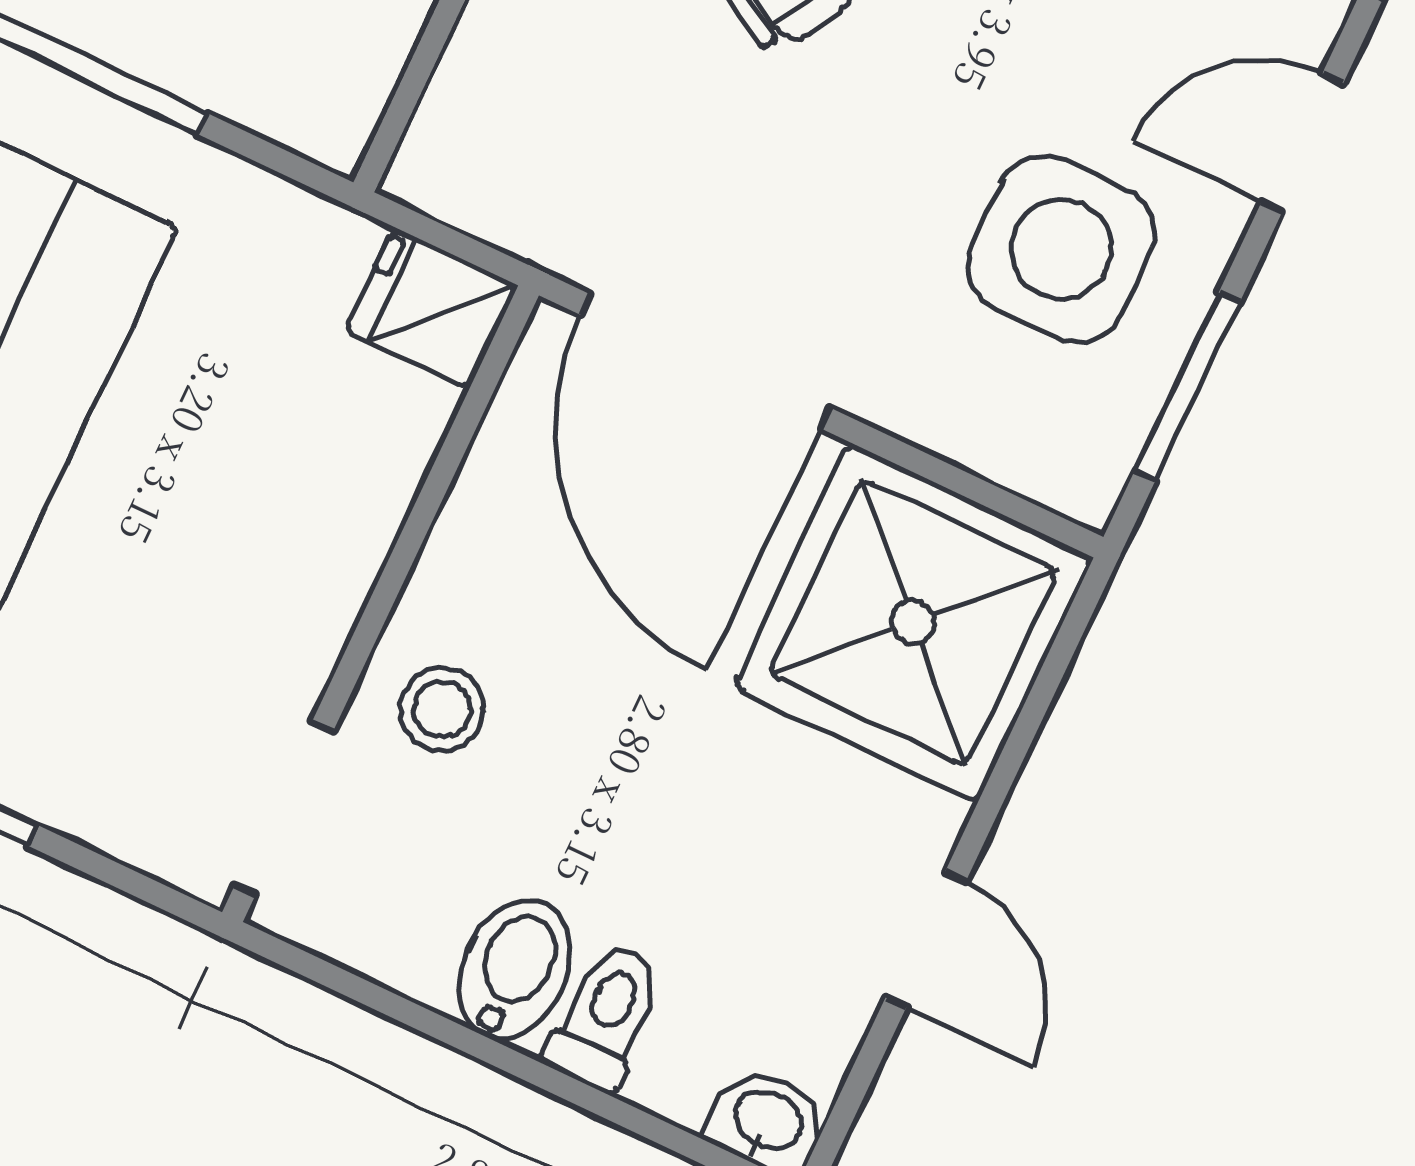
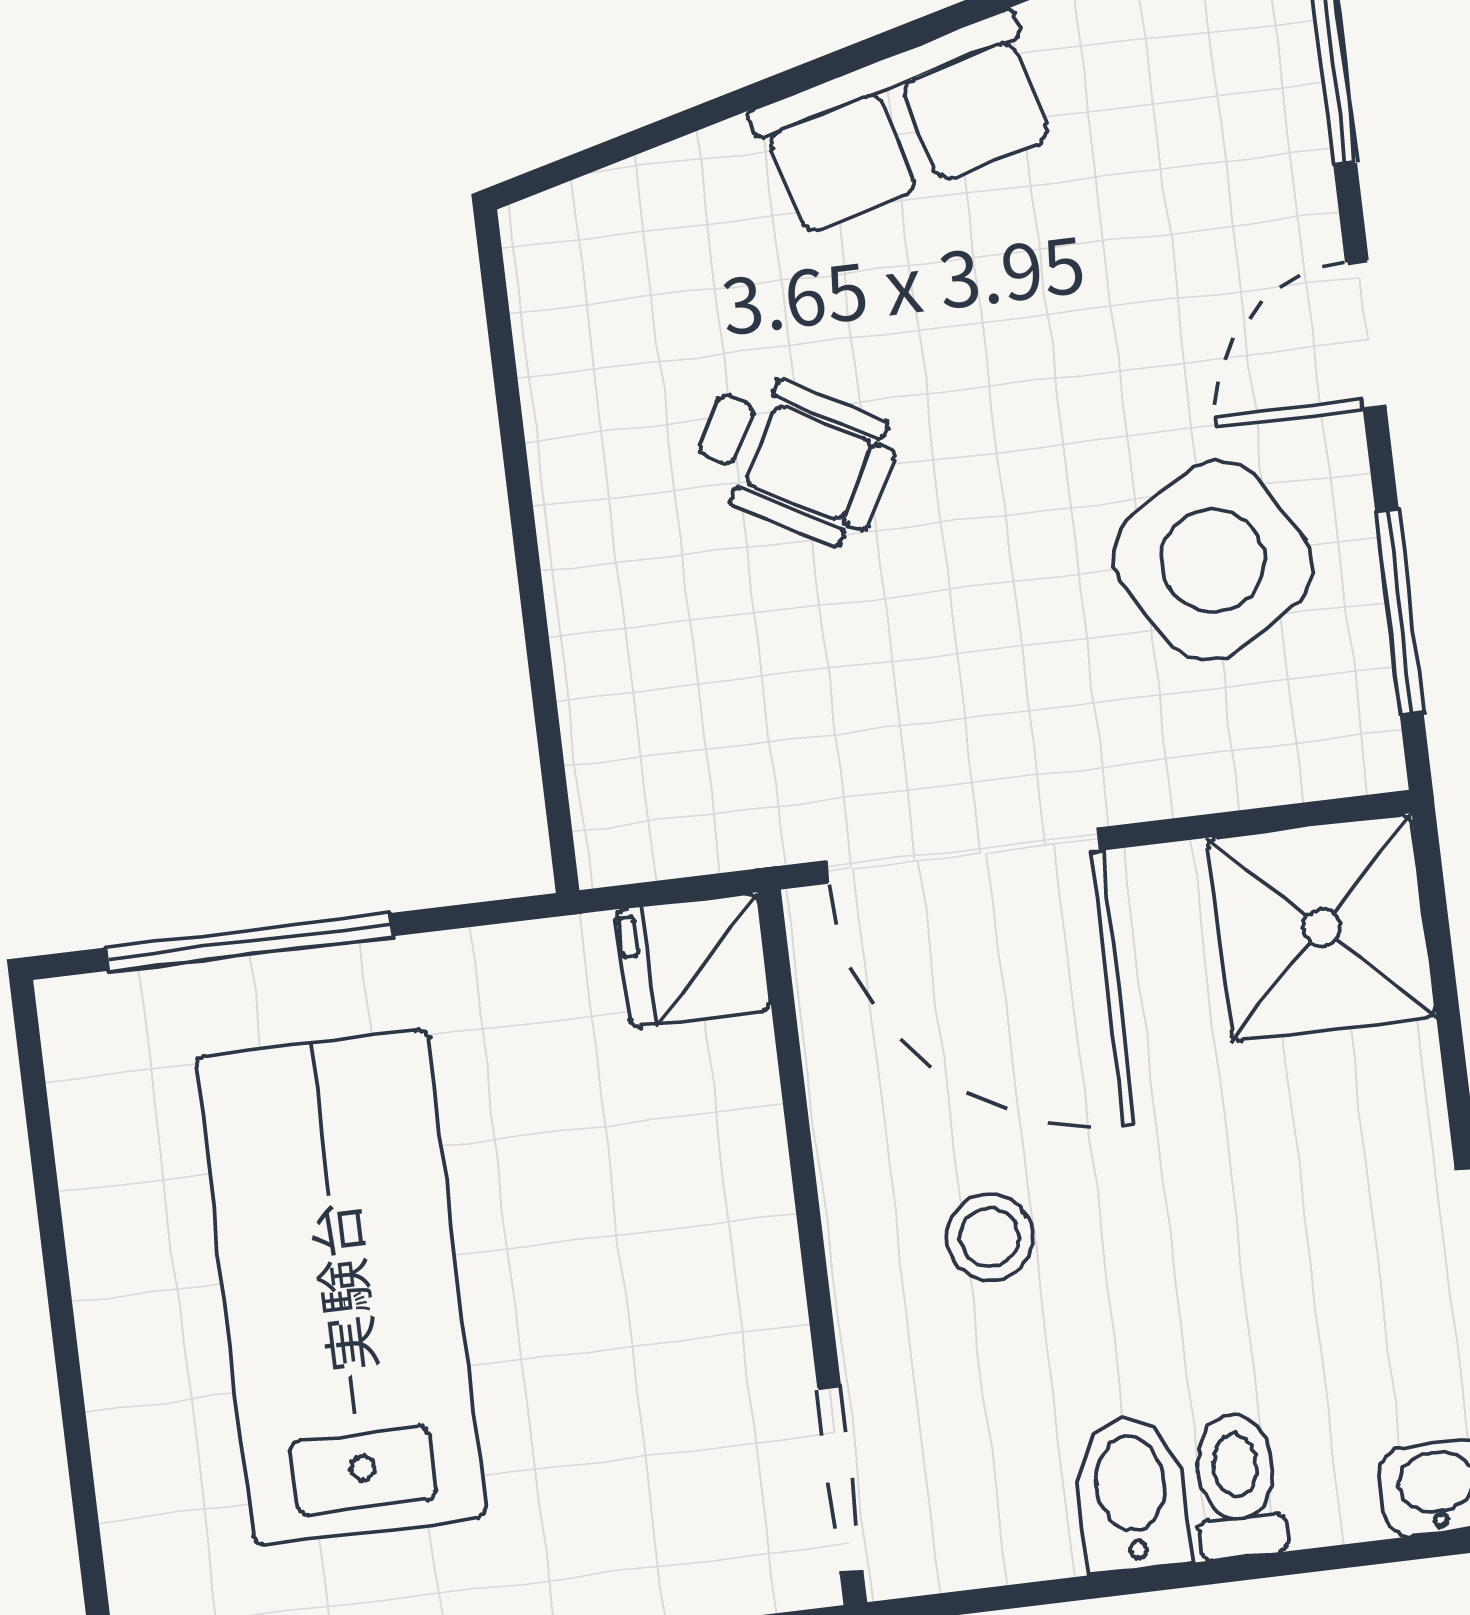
side table: (1061, 249) -> (1213, 561), turned -32
shower: (913, 622) -> (1322, 928), width x0.73, depth x0.73
stool: (442, 709) -> (990, 1237), moved

